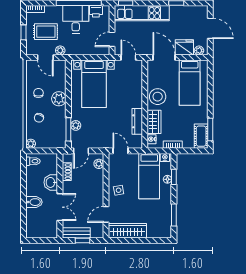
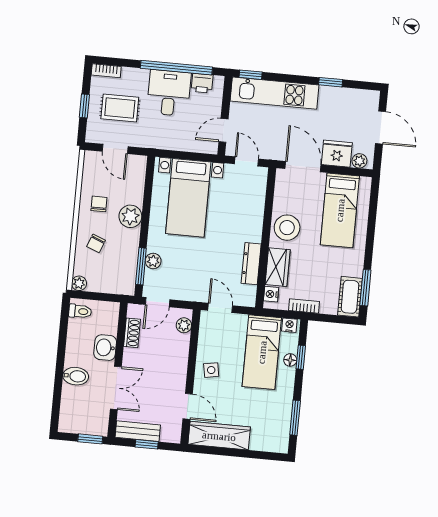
plant: (60, 50) -> (140, 140), removed
door: (106, 214) -> (188, 406), swing flipped
window: (47, 241) -> (90, 439), added

